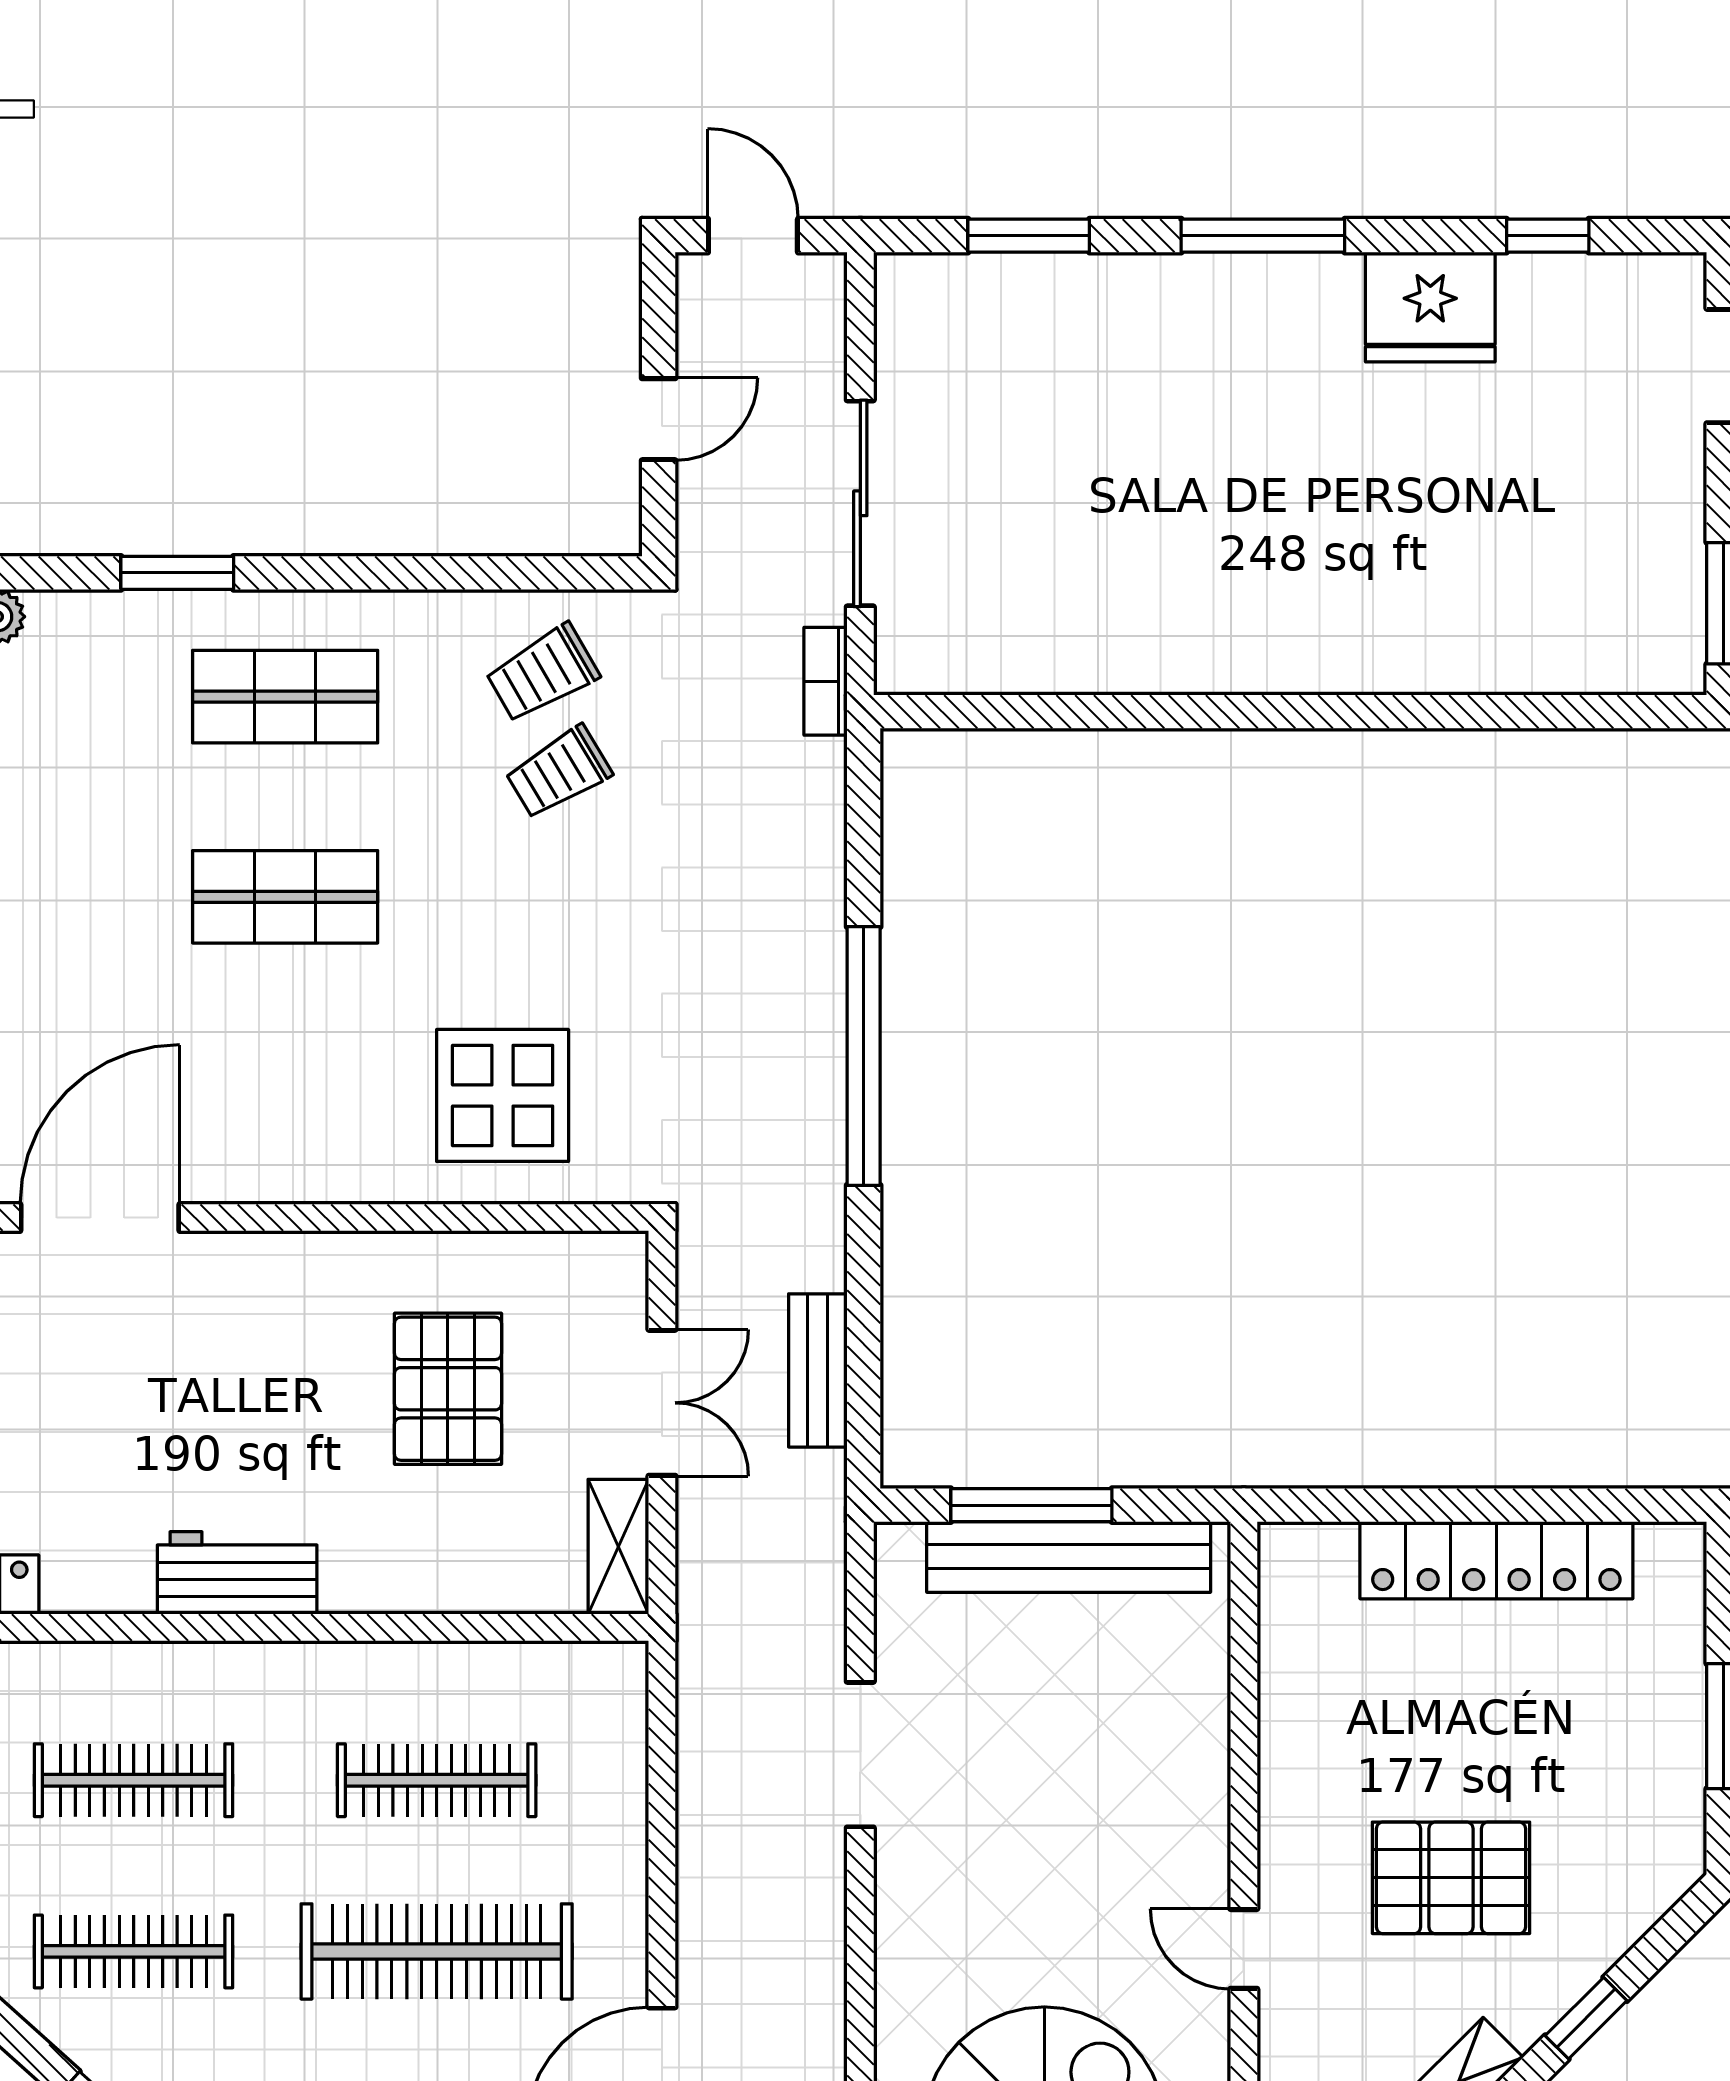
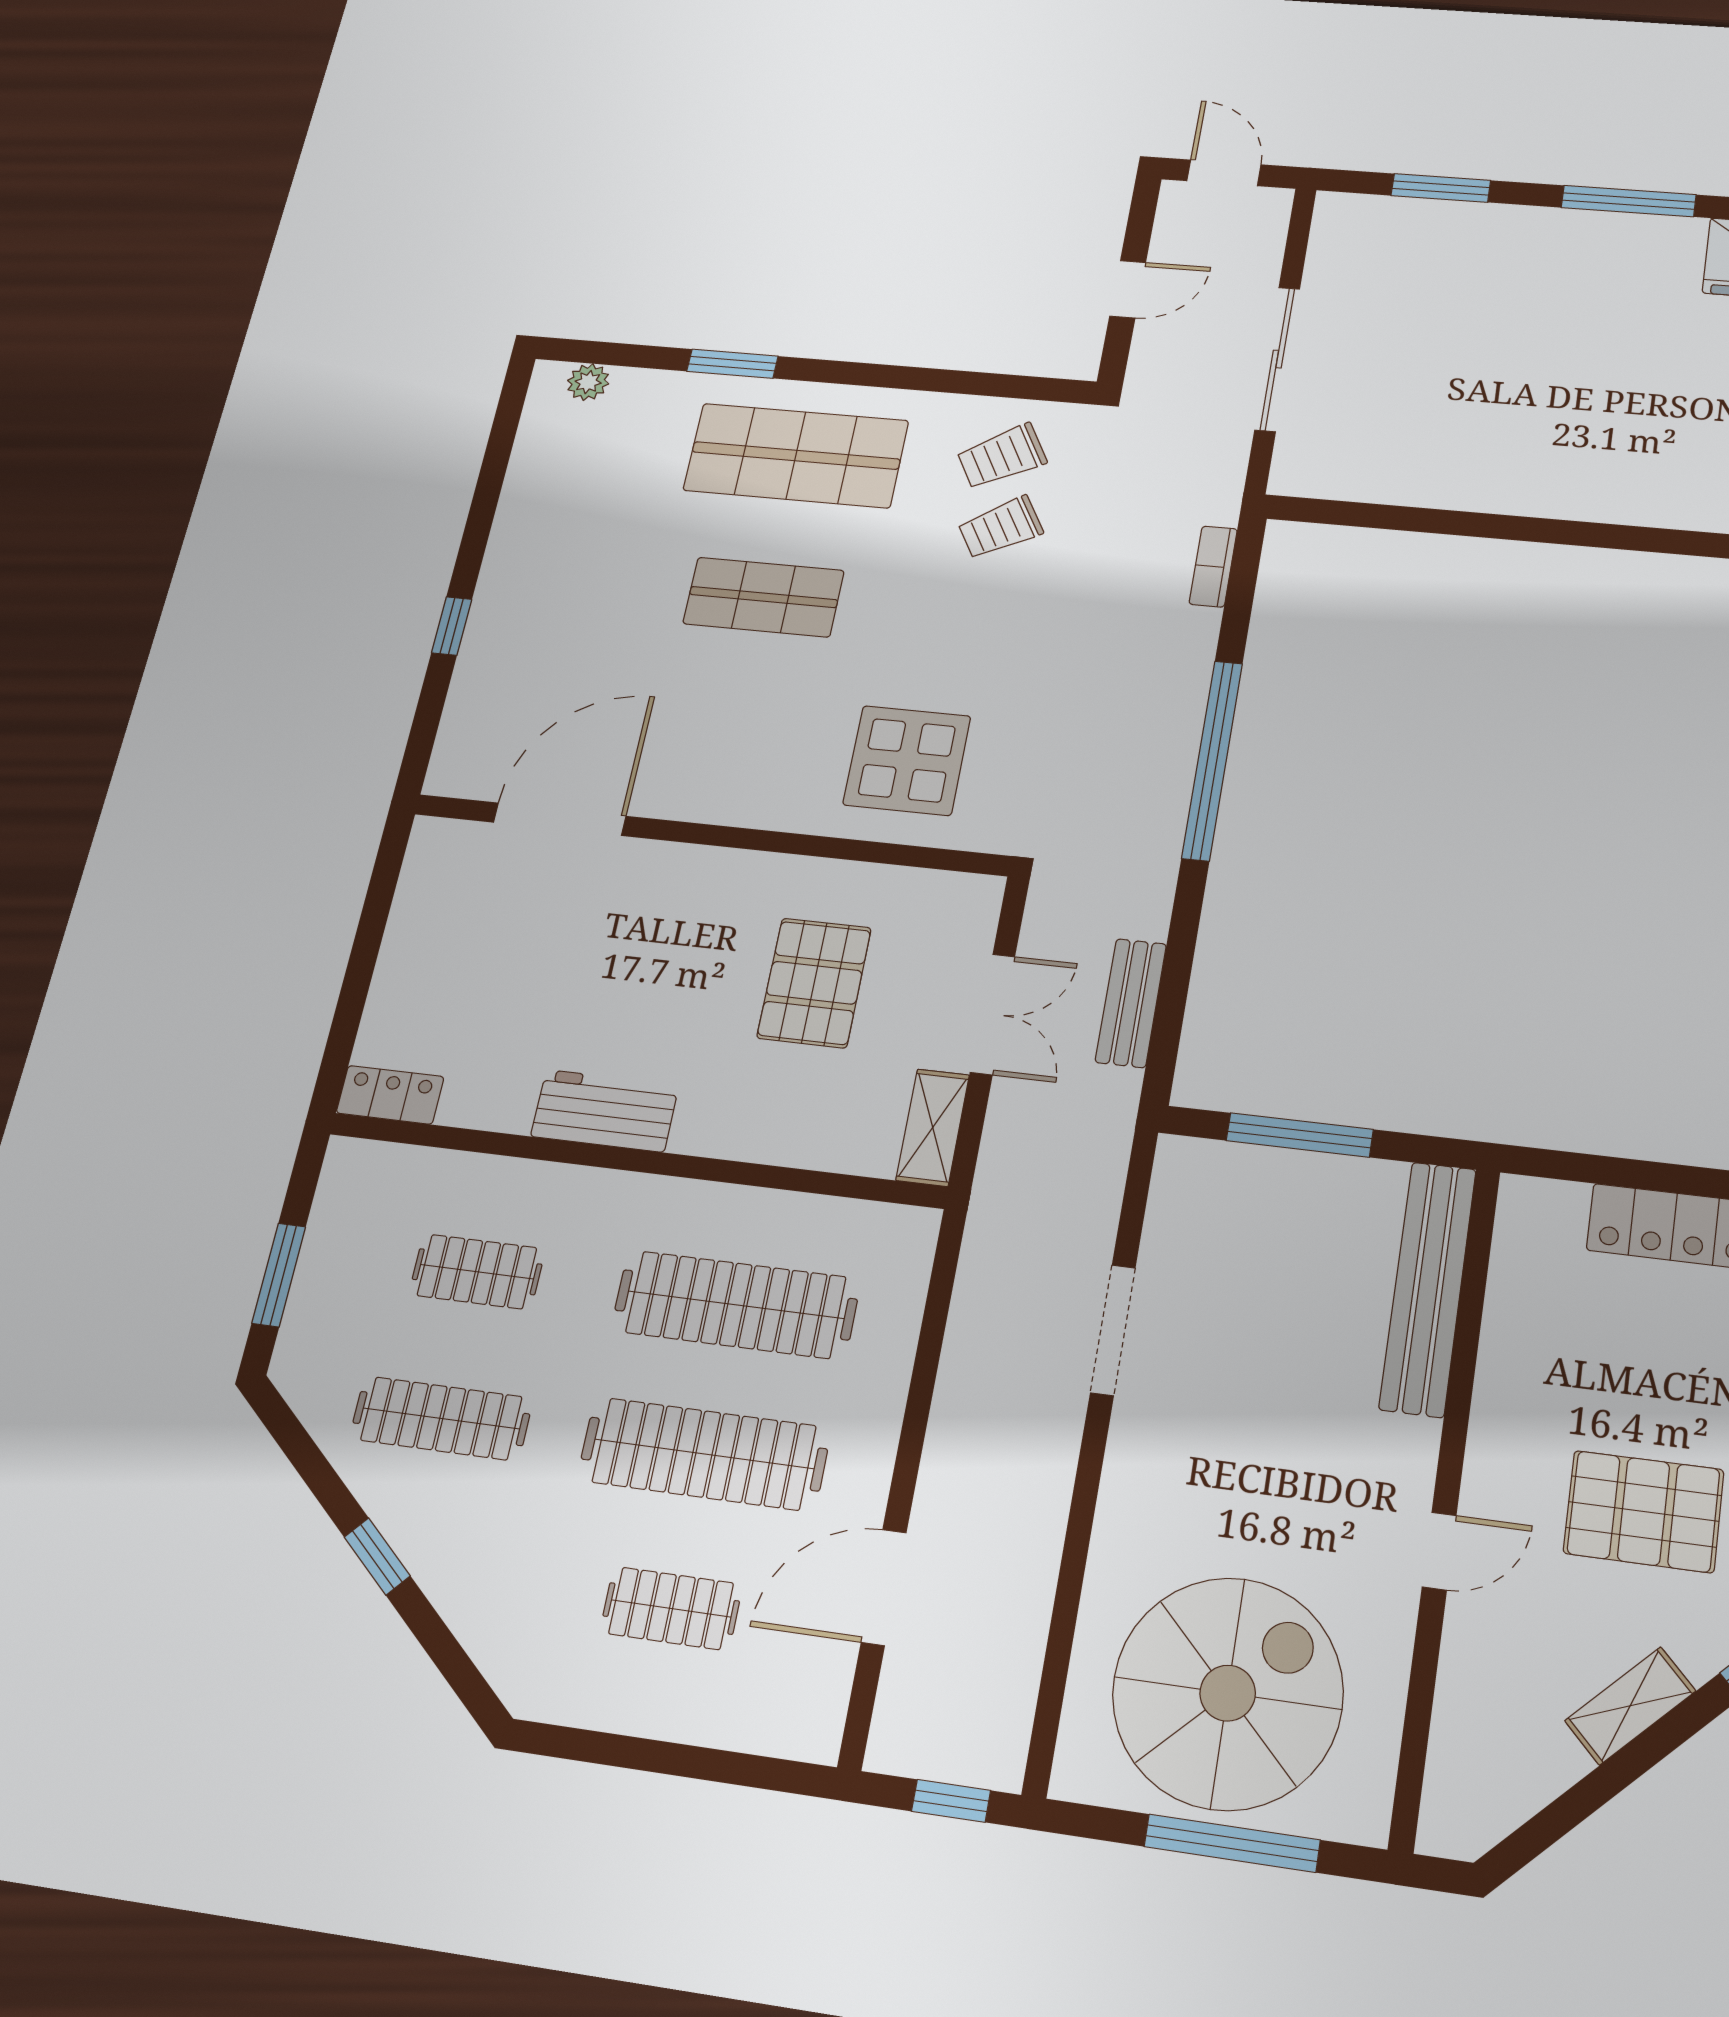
bookcase: (826, 681) -> (1213, 566), moved
shop shelf: (285, 697) -> (796, 455), width x1.43, depth x1.36
bench: (1069, 1557) -> (1428, 1288), moved, turned 90
clothes rail: (134, 1780) -> (477, 1272), width x0.73
clothes rail: (437, 1780) -> (736, 1305), width x1.37, depth x1.31
door: (1244, 1949) -> (1439, 1551), swing flipped

